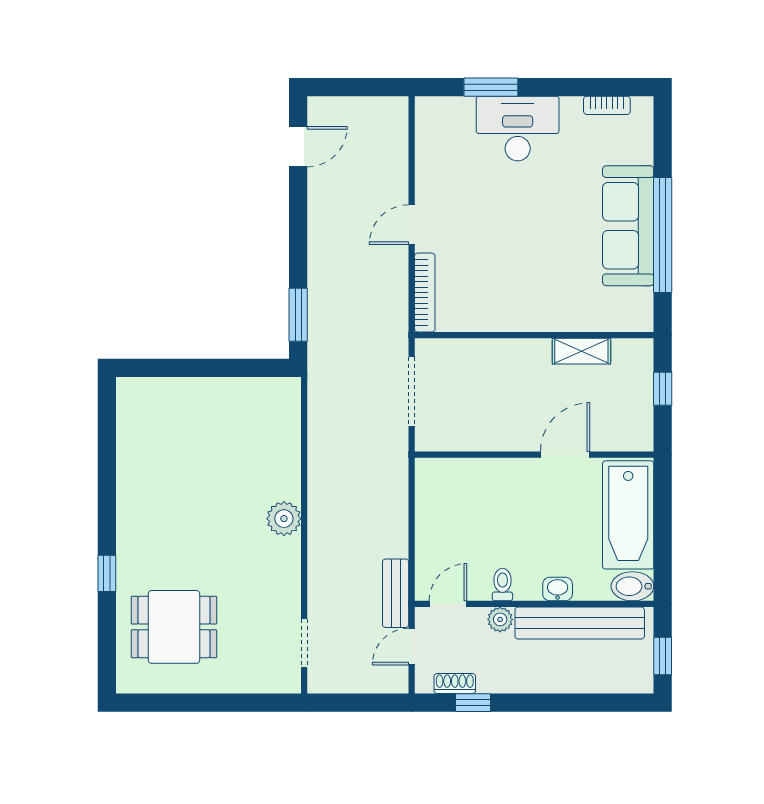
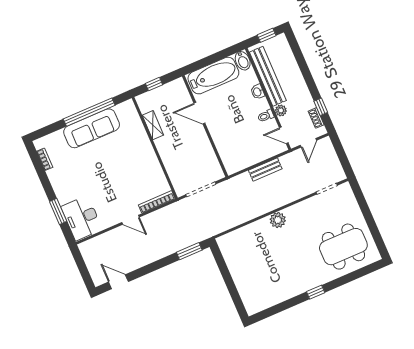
desk: (518, 129) -> (82, 218), moved
window: (107, 573) -> (316, 292), moved
bench: (396, 593) -> (265, 170), moved
dining table: (174, 627) -> (343, 247), width x1.38
door: (412, 647) -> (308, 143), hinge flipped

